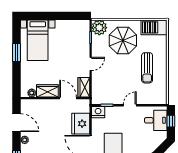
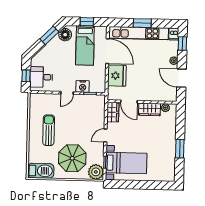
bed with nightstands: (38, 40) -> (126, 163), moved, turned 90
nightstand: (98, 112) -> (83, 86), moved

